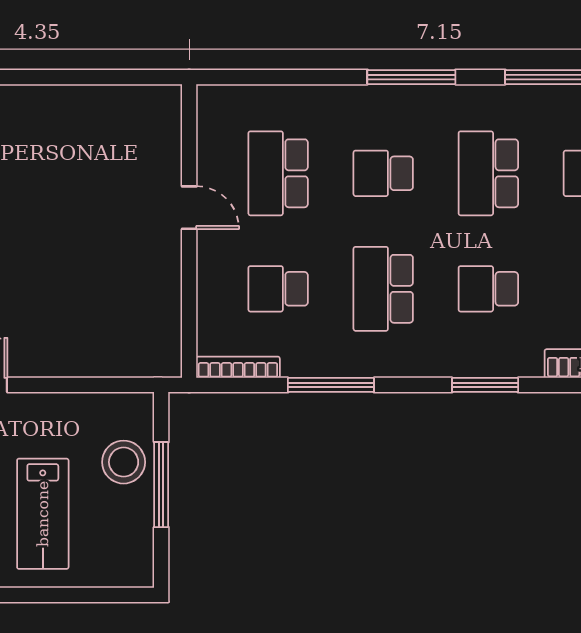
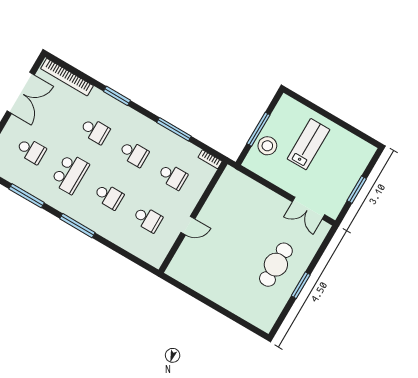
school desk: (278, 173) -> (148, 219), width x0.54
door: (189, 208) -> (188, 226), swing flipped
school desk: (383, 289) -> (134, 153), width x0.54
bookcase: (238, 367) -> (210, 159), width x0.64

